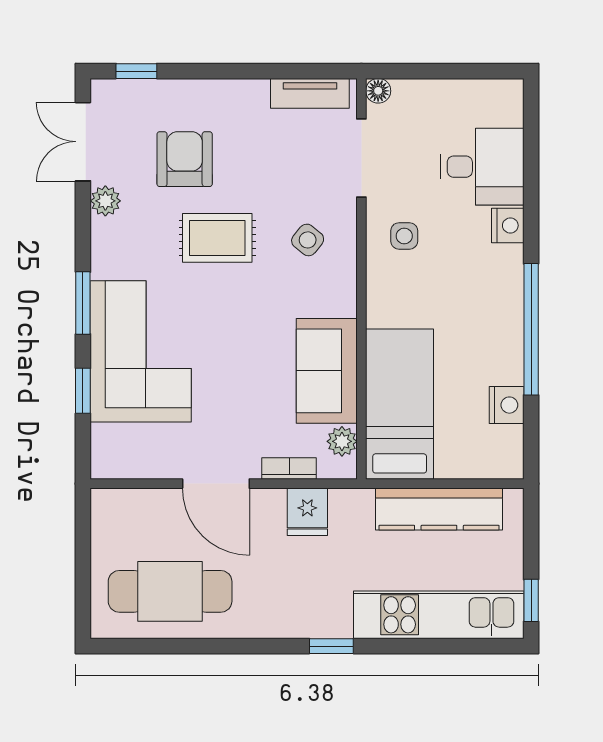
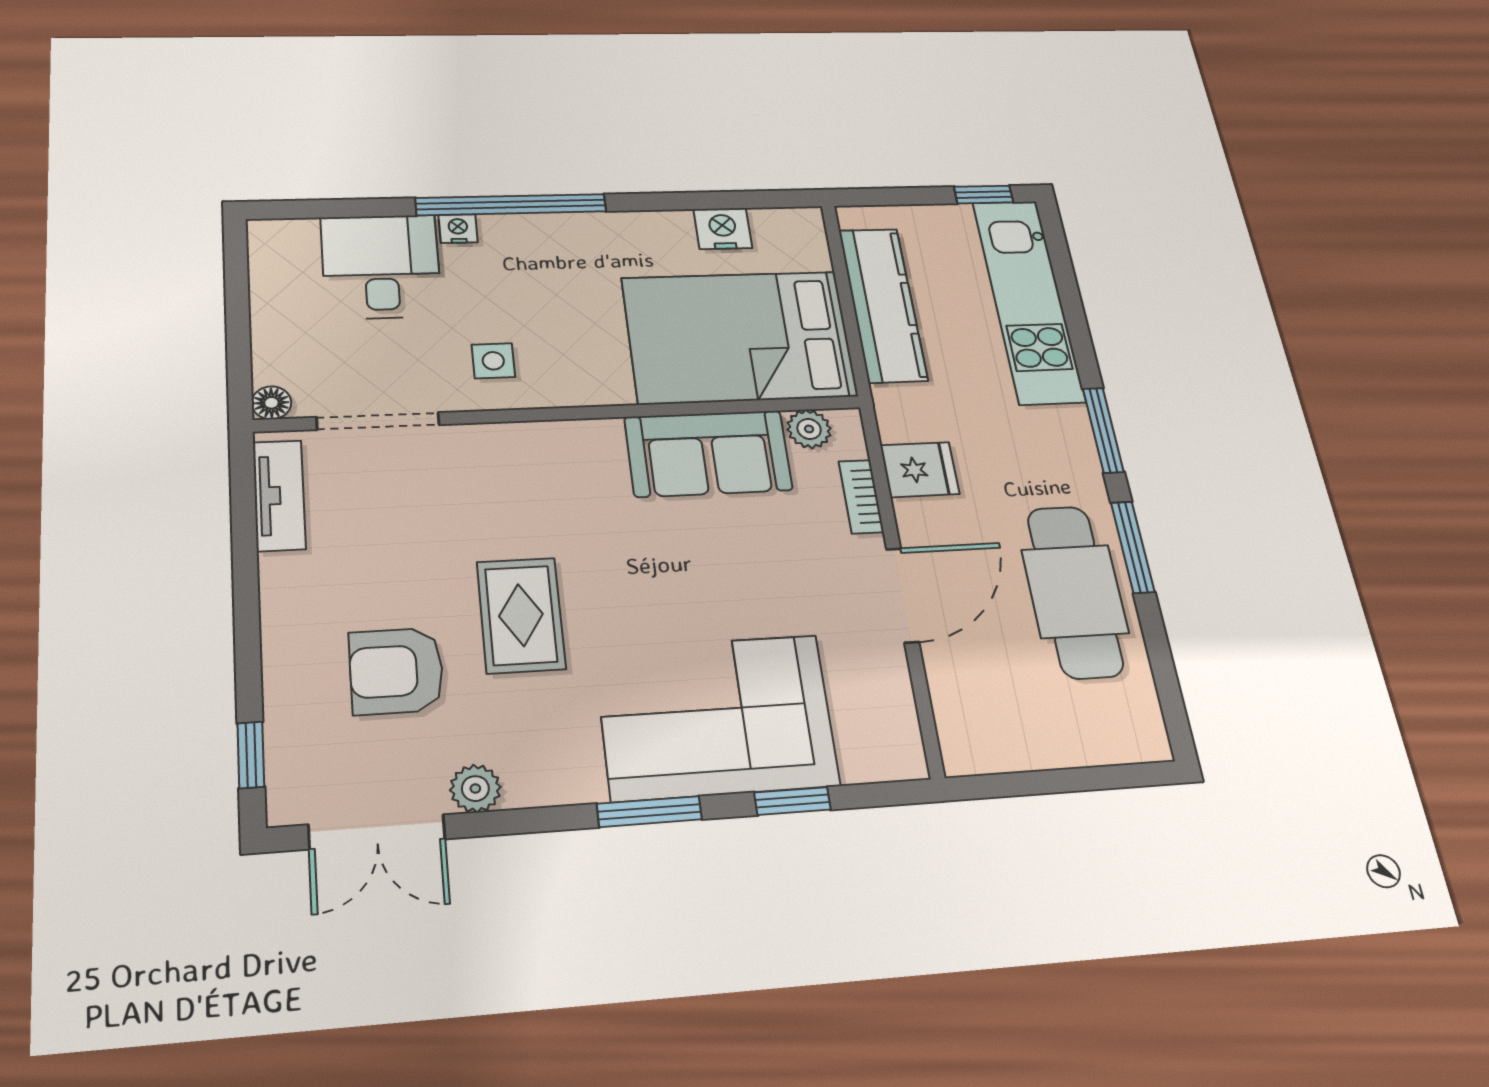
nightstand: (508, 225) -> (458, 229), width x0.72, depth x0.74
side table: (308, 240) -> (512, 488), removed
window: (531, 329) -> (511, 205), moved
bed: (400, 404) -> (739, 337), width x1.50
cafe table: (170, 591) -> (1075, 591), moved
window: (242, 646) -> (1133, 547), added
window: (331, 646) -> (1103, 430), width x1.50

